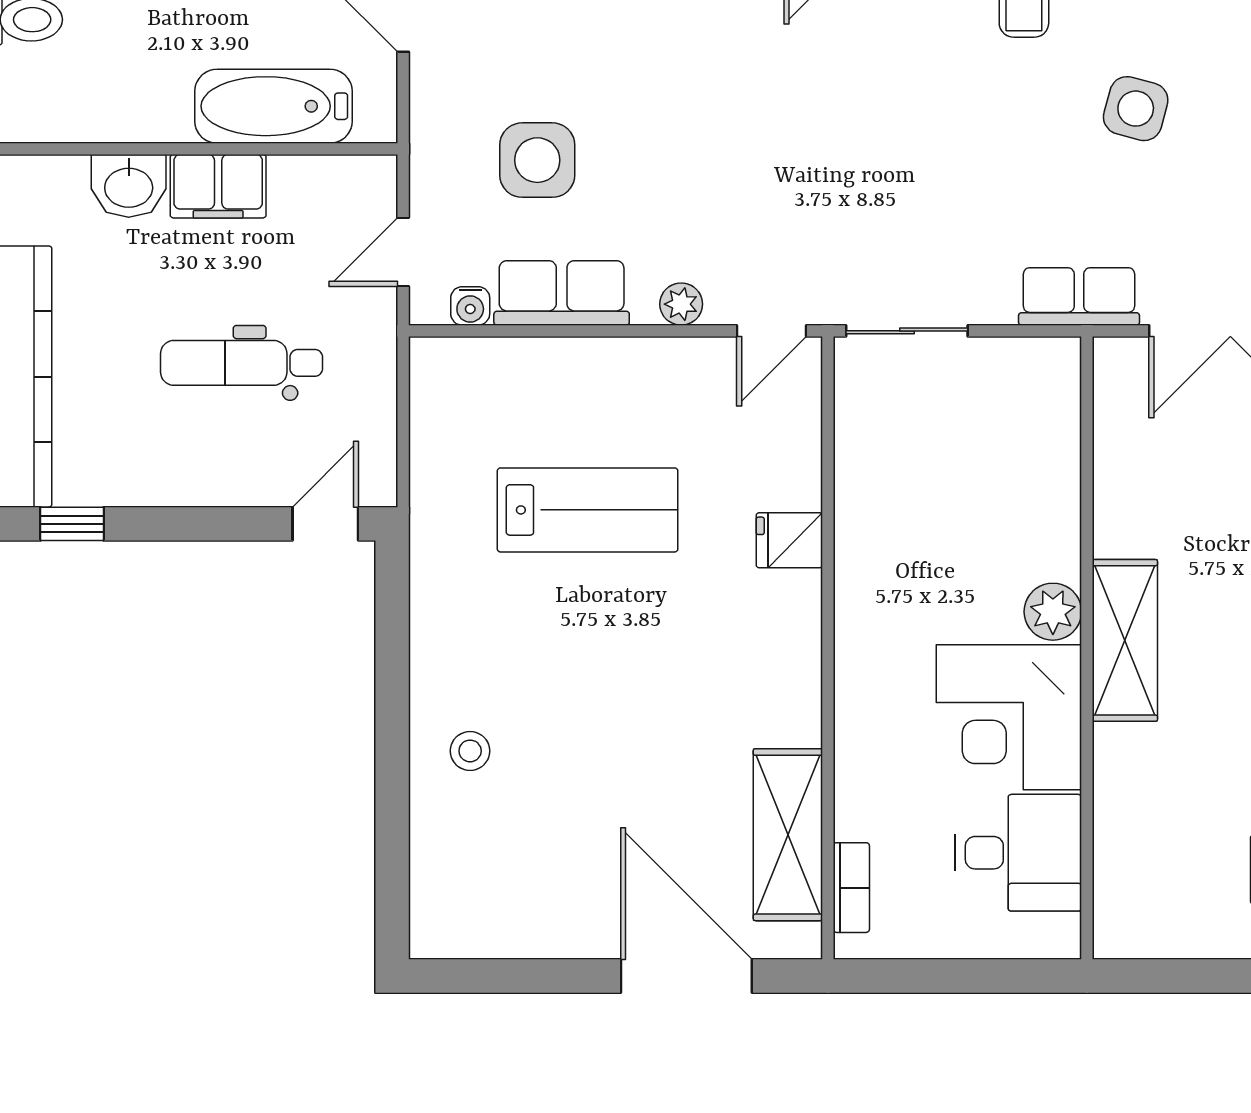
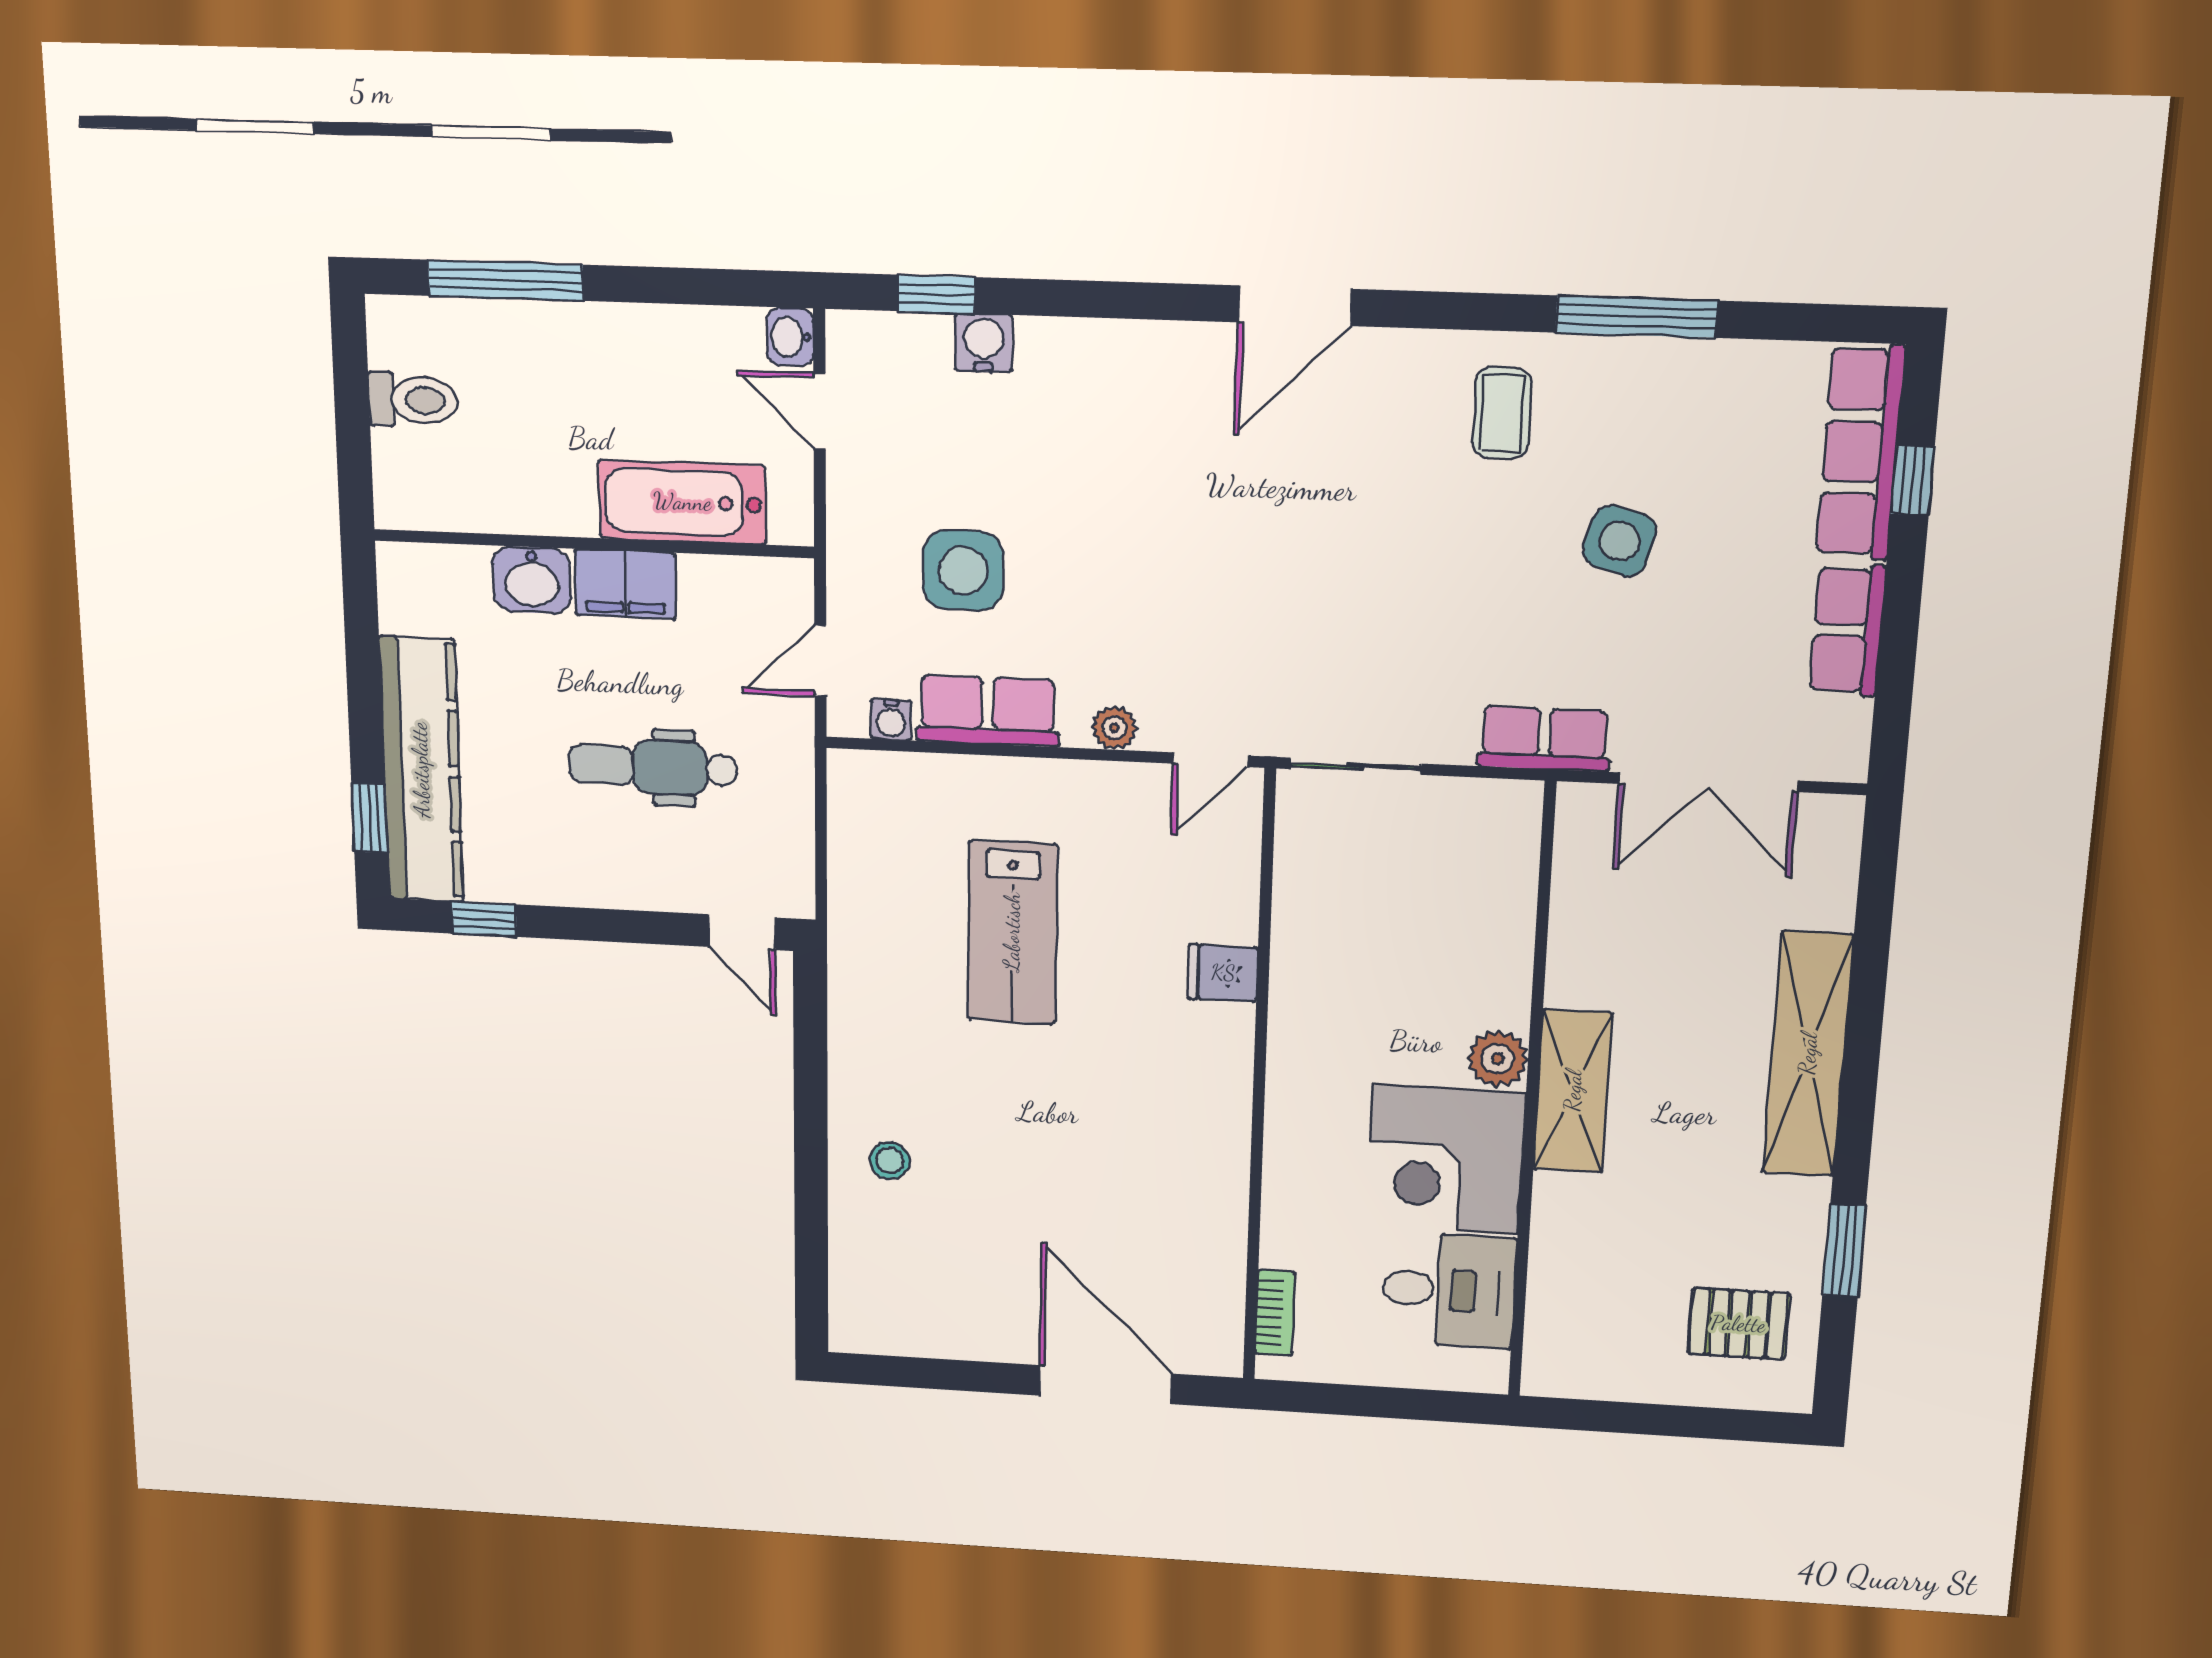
lab bench: (588, 510) -> (1012, 932), turned 90
door: (325, 524) -> (742, 932), swing flipped
shelving: (788, 835) -> (1212, 1259), removed

